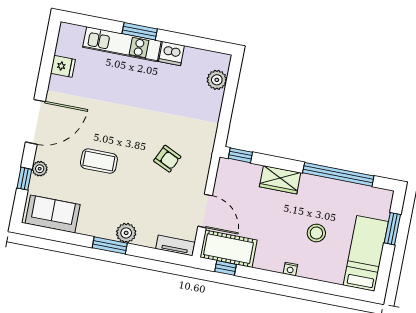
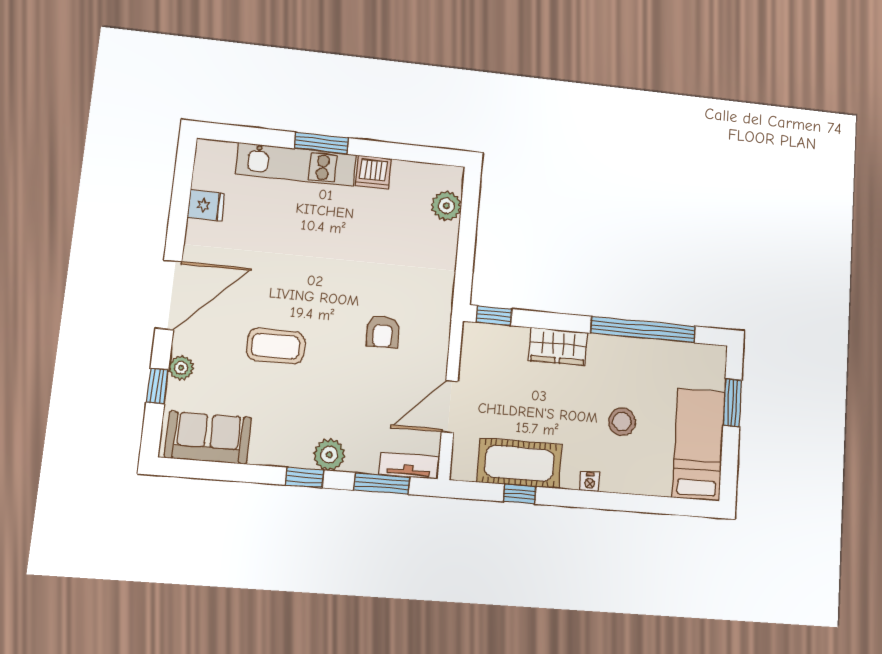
armchair: (167, 159) -> (383, 332), turned 65
door: (205, 211) -> (450, 406), swing flipped
window: (110, 245) -> (305, 478), width x0.67
cot: (228, 249) -> (519, 463), moved
window: (157, 255) -> (382, 484), added
window: (226, 268) -> (520, 494), moved

